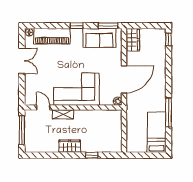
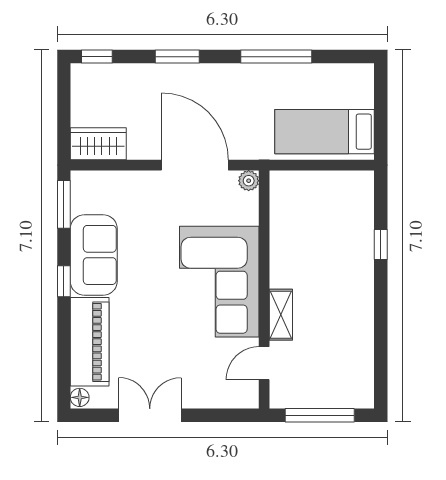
sofa: (99, 38) -> (94, 255), moved
window: (168, 72) -> (177, 57), added
bed: (157, 132) -> (324, 132), moved
wardrobe: (70, 146) -> (359, 298), removed

